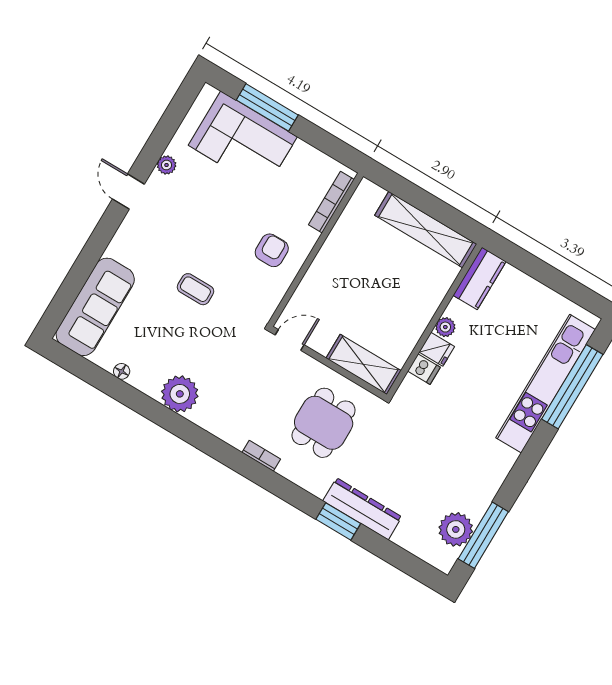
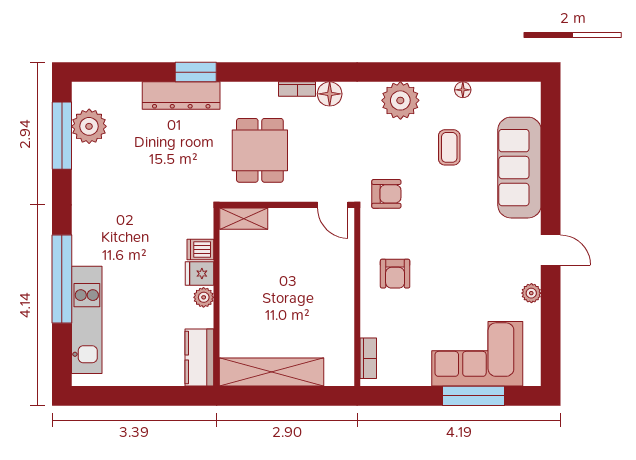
bookcase: (331, 202) -> (368, 358), width x0.64
coffee table: (195, 289) -> (449, 147), moved, turned 90
sofa: (95, 307) -> (519, 168), moved
armchair: (239, 322) -> (386, 194), added
door: (290, 340) -> (333, 205), hinge flipped
shelving: (363, 364) -> (244, 219), width x0.67, depth x0.75
kitchen unit: (546, 384) -> (87, 320), width x0.73
window: (572, 387) -> (62, 279), moved
floor lamp: (236, 435) -> (330, 94), added

